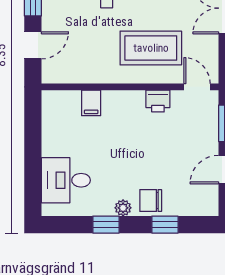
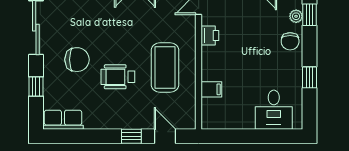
coffee table: (151, 48) -> (165, 67), moved
plant: (123, 208) -> (296, 16), moved
window: (165, 225) -> (309, 15), moved

